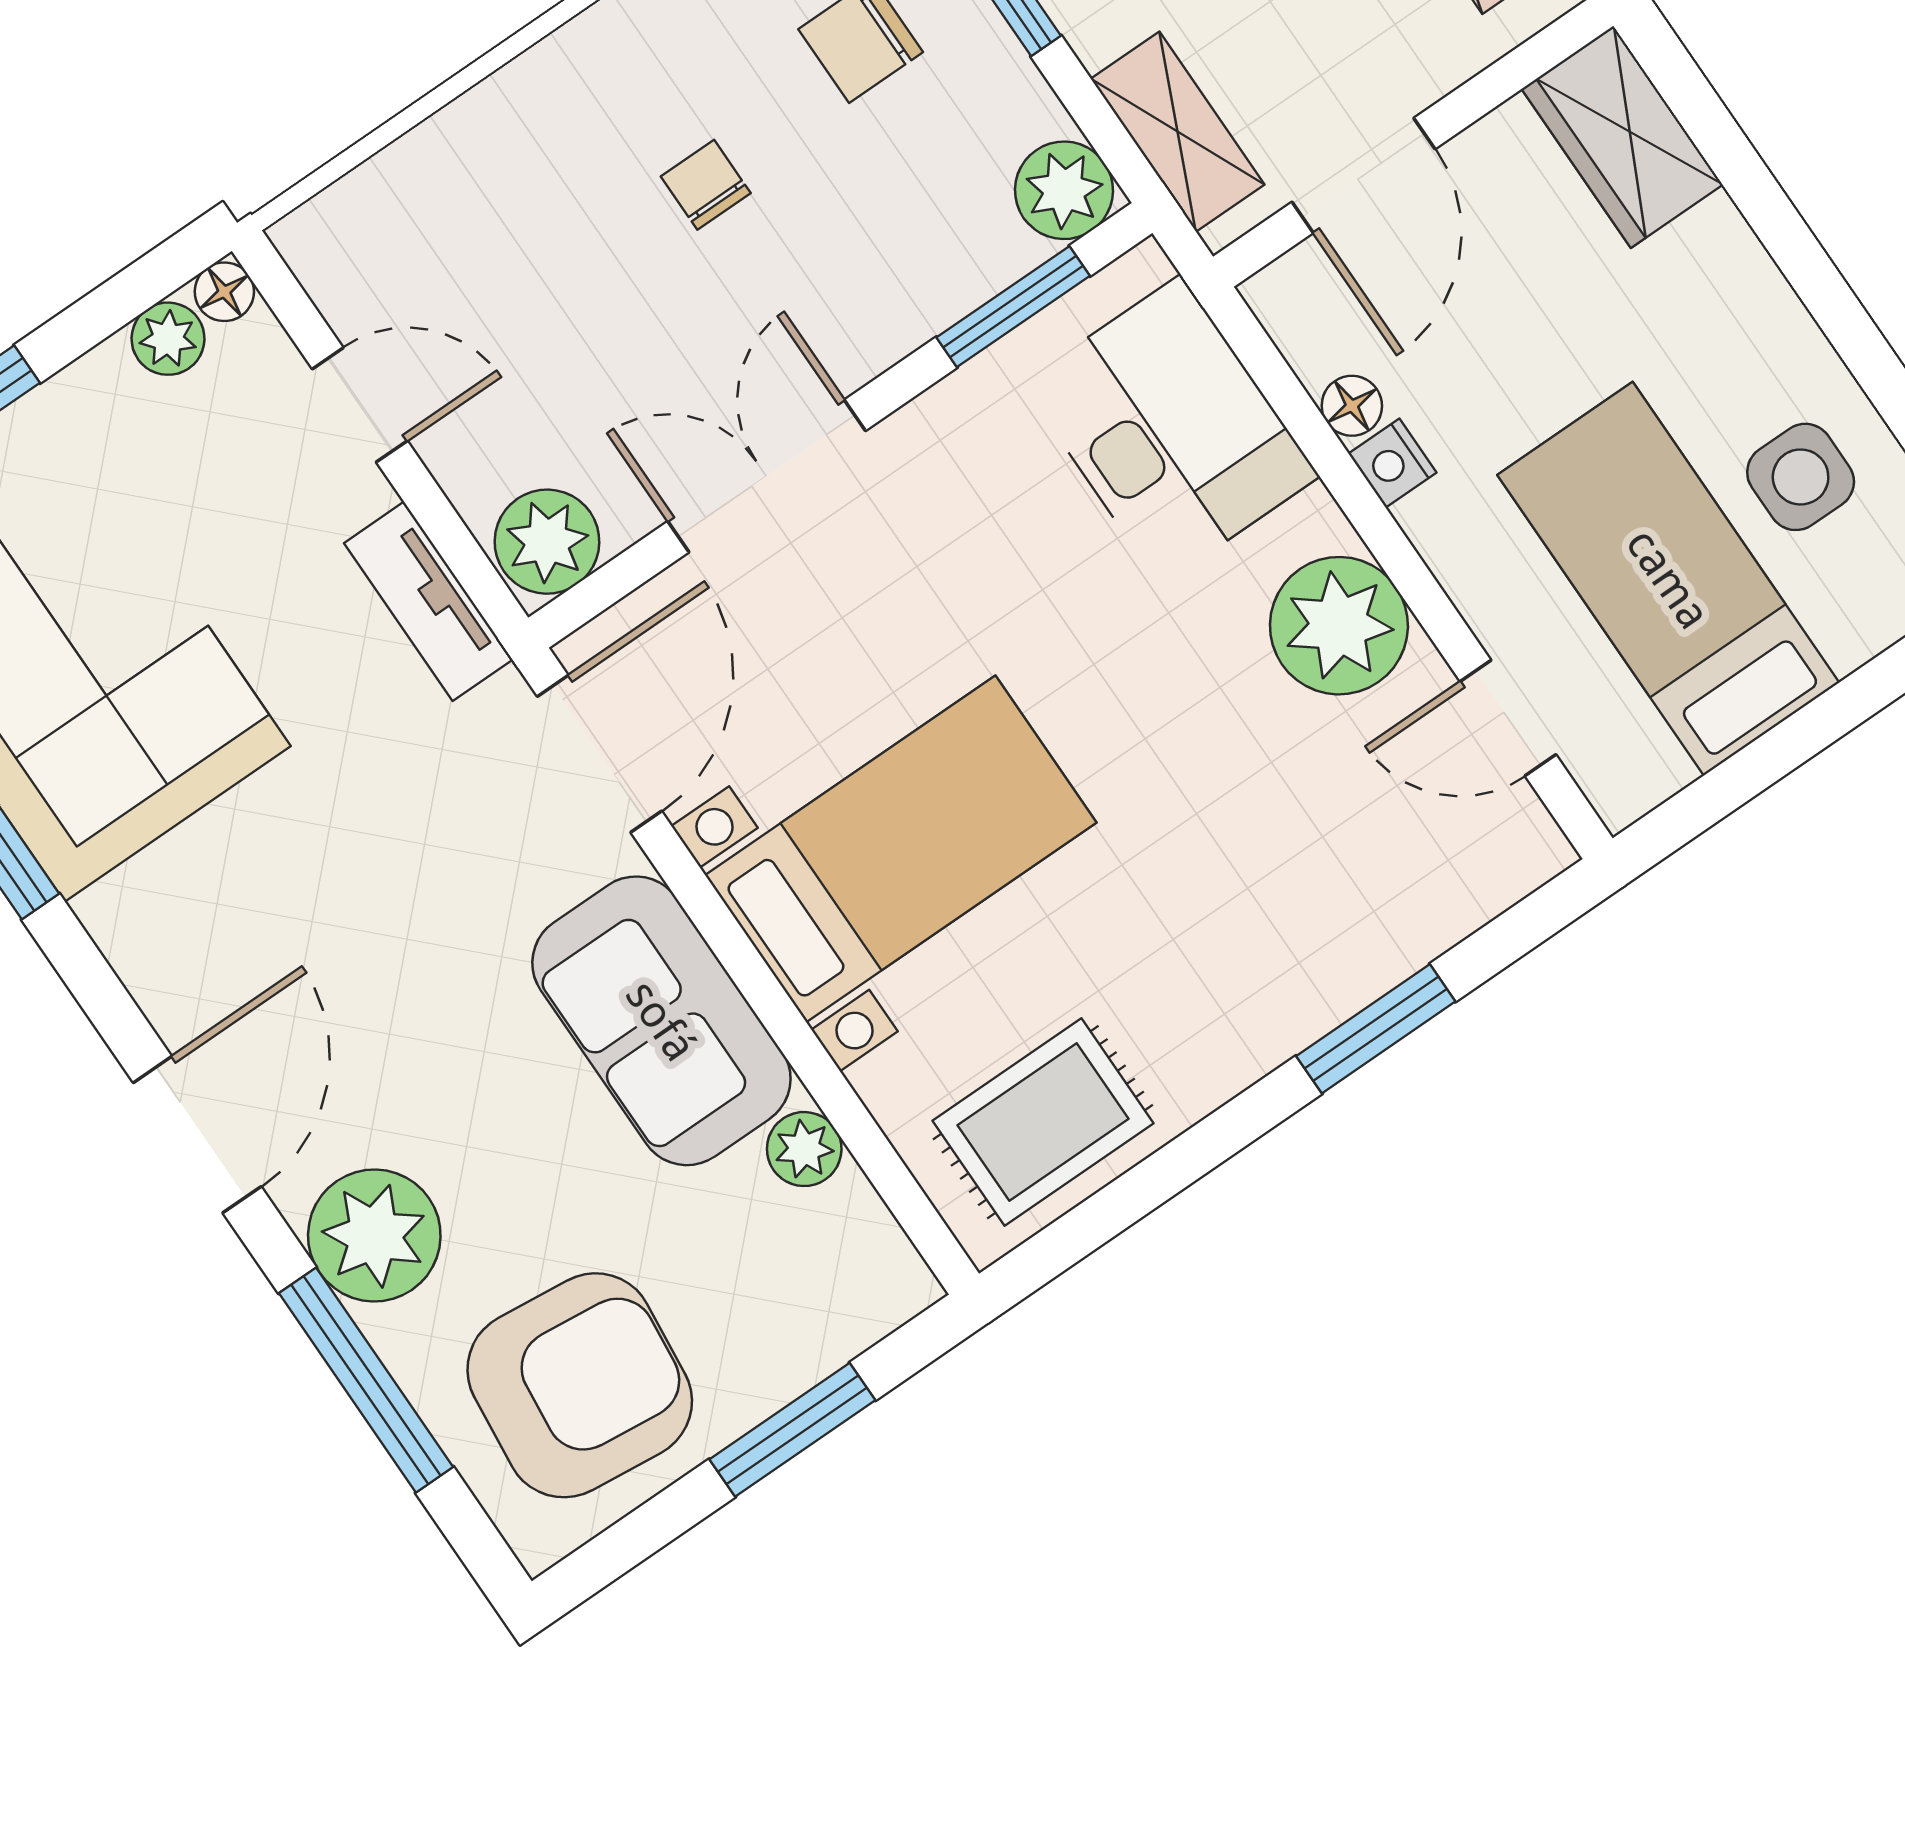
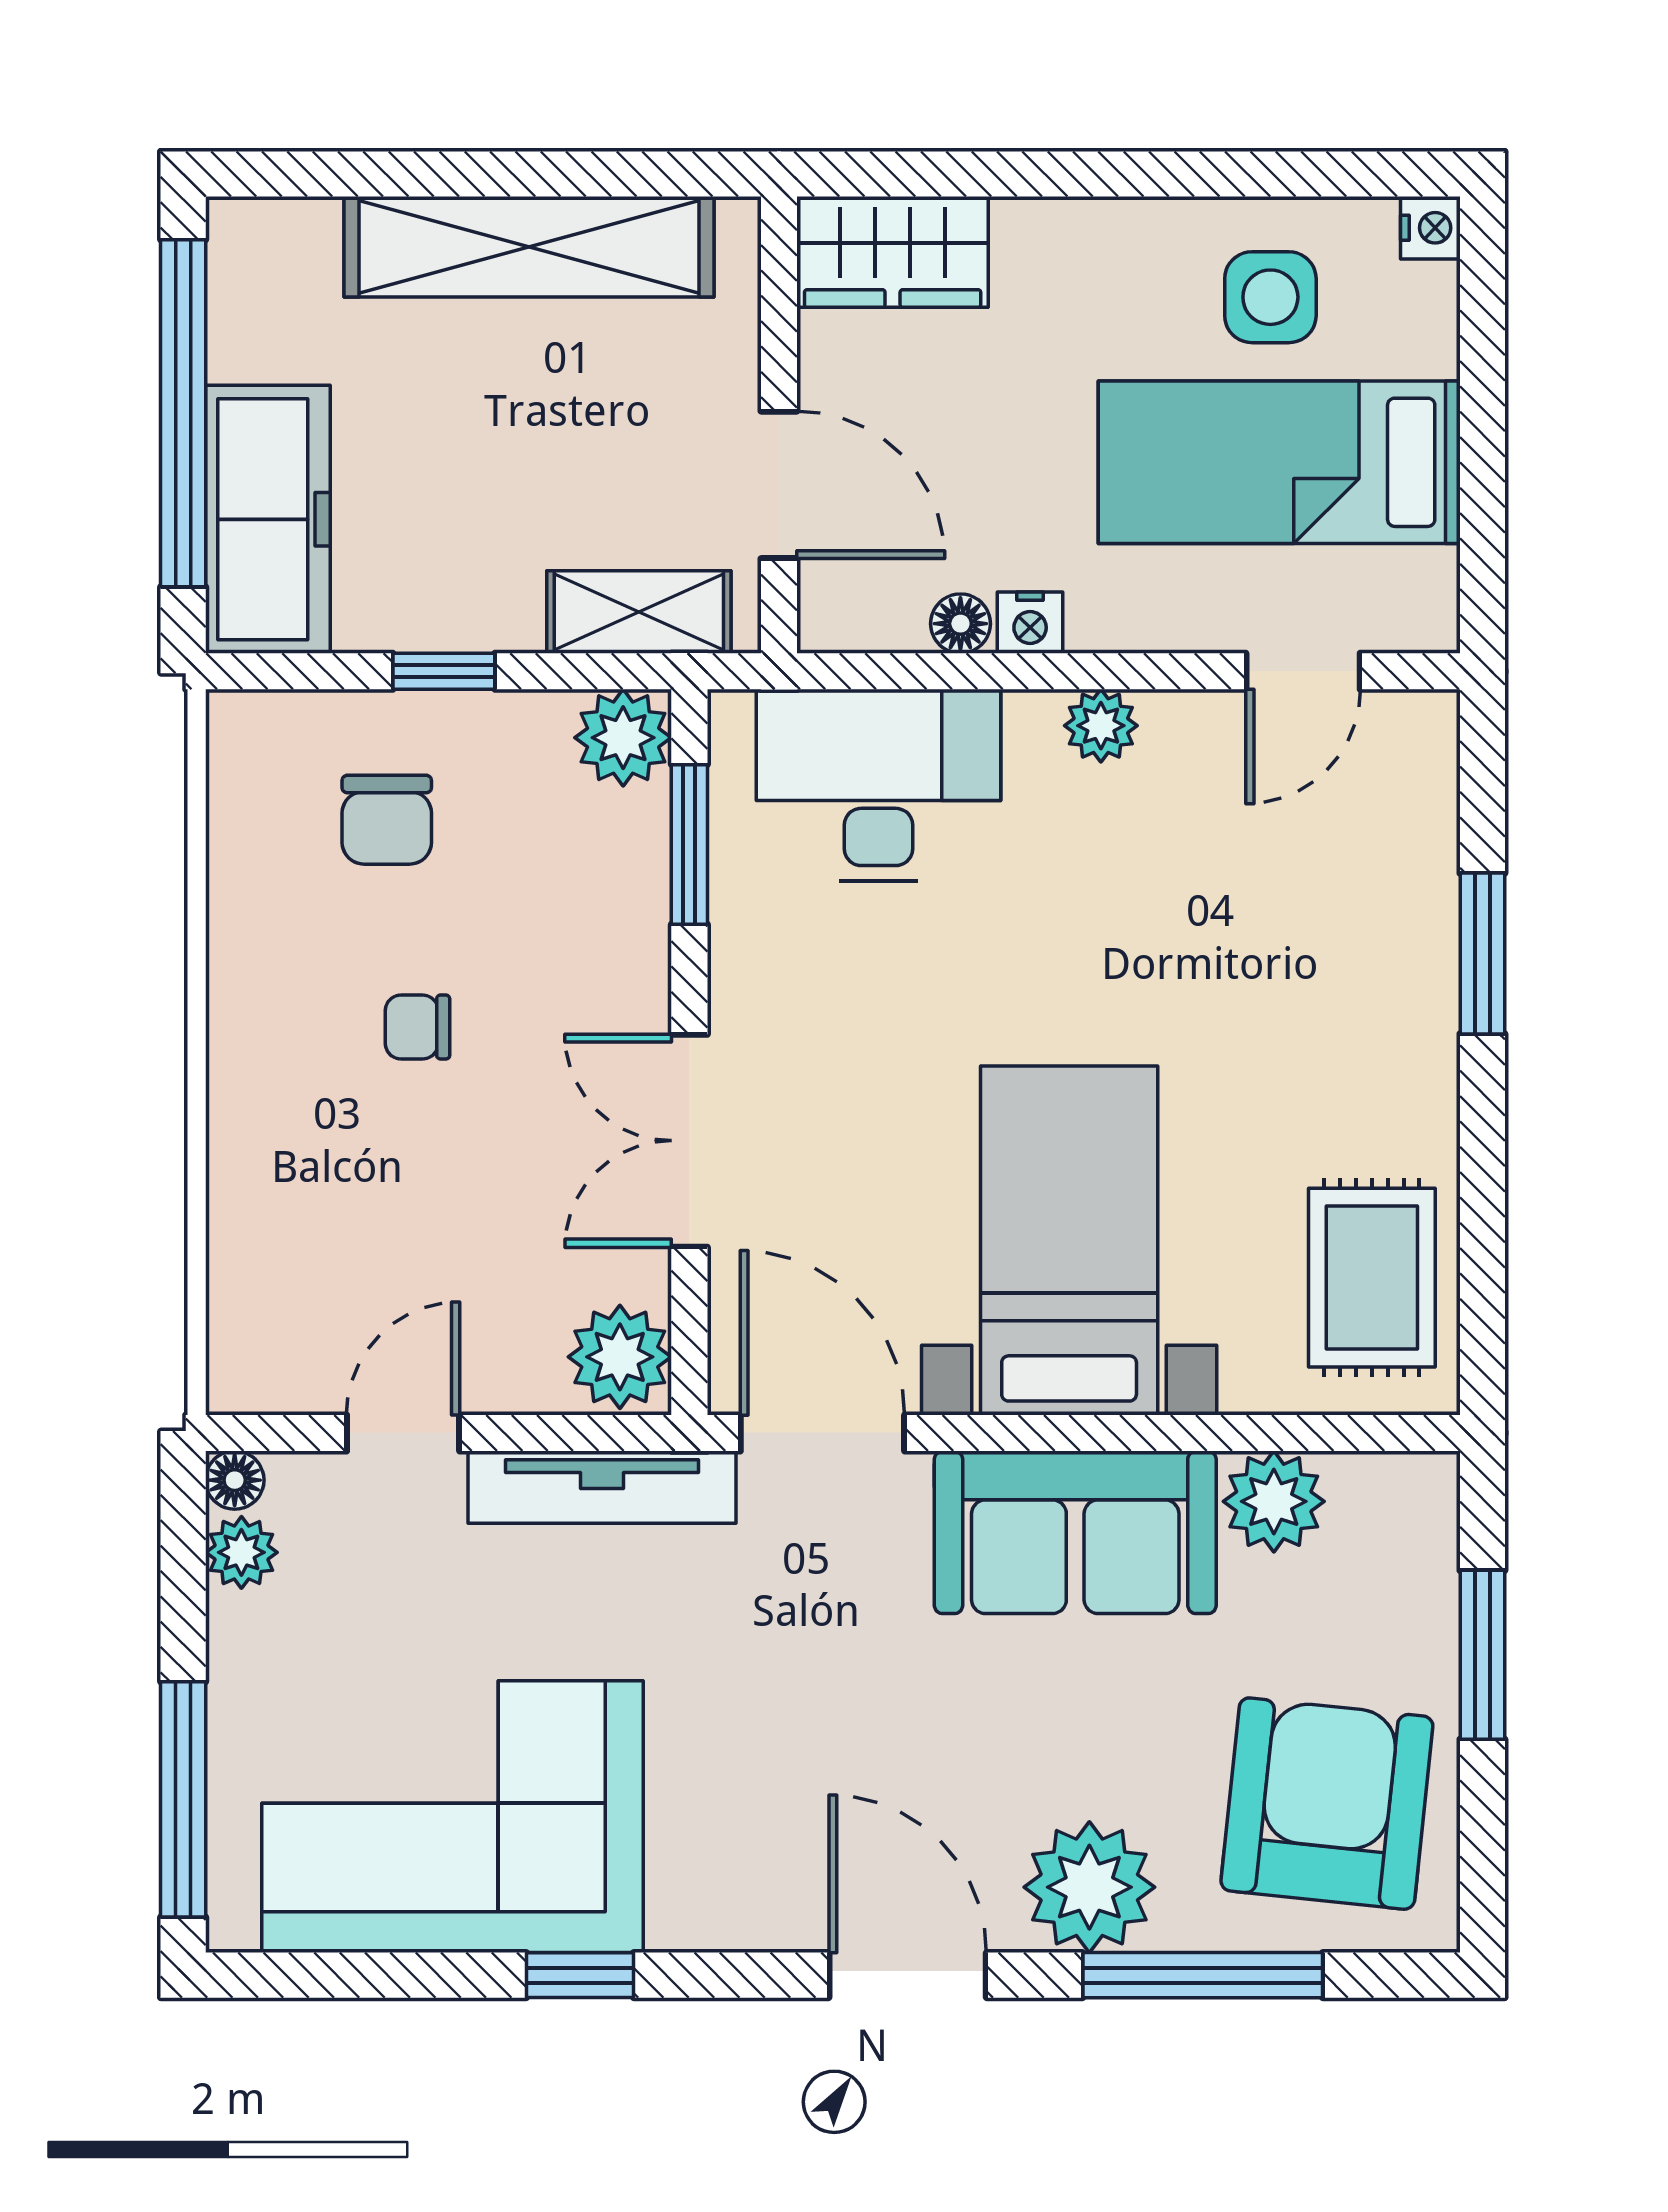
tv unit: (428, 601) -> (602, 1487), width x1.41
plant: (1339, 626) -> (1101, 726), width x0.53, depth x0.53
plant: (804, 1149) -> (1274, 1501), width x1.38, depth x1.38

